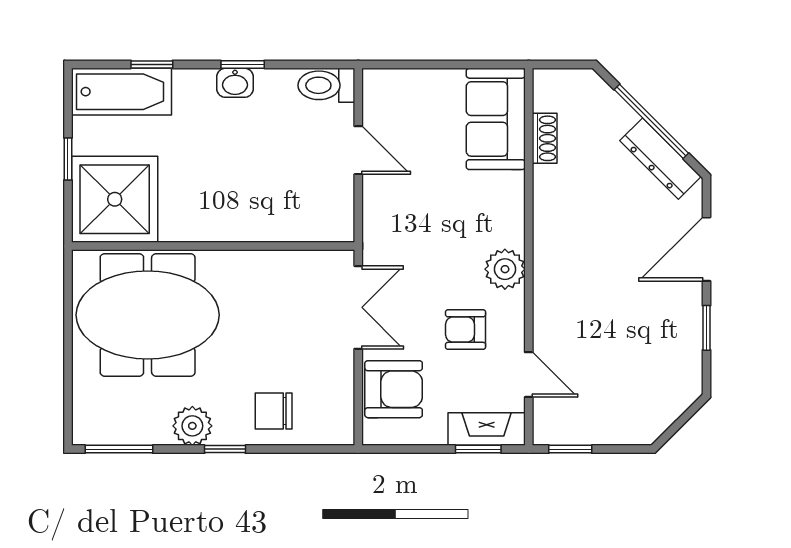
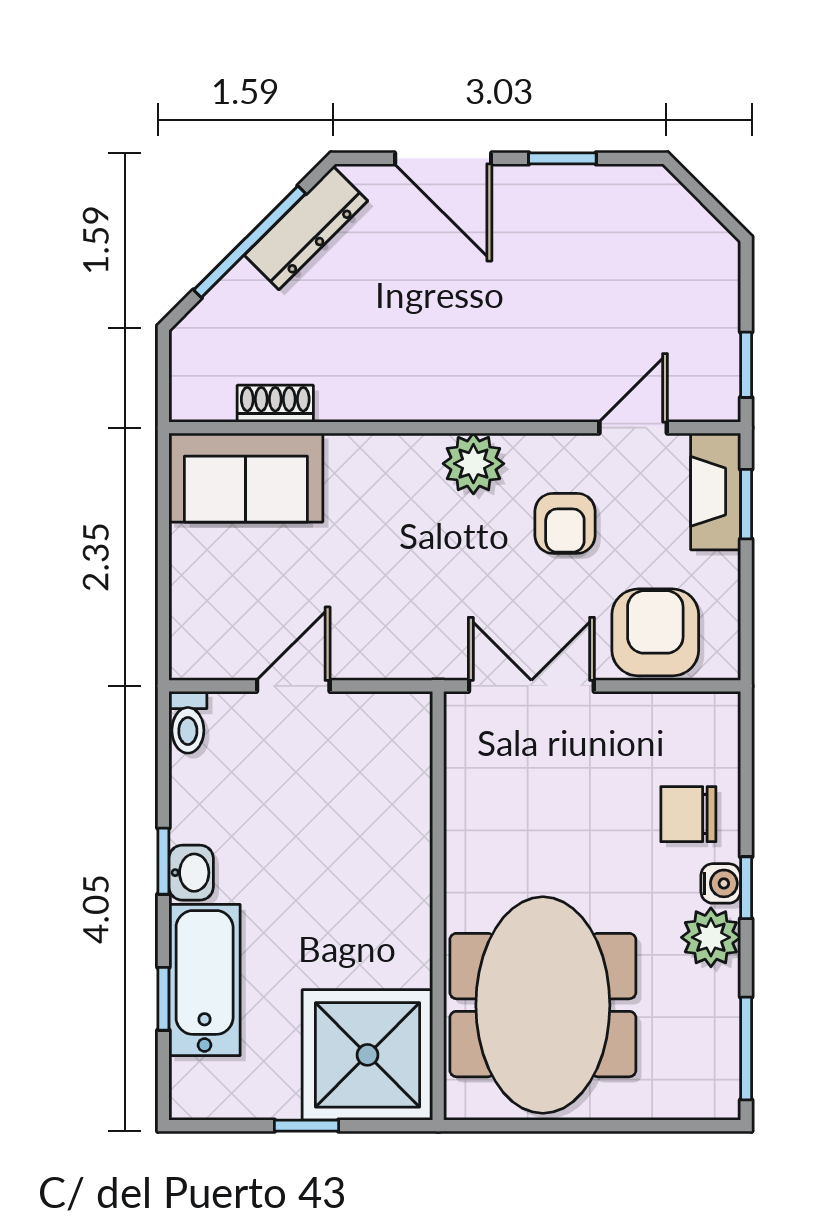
toilet: (326, 85) -> (188, 722), width x0.73, depth x0.72
bathtub: (121, 92) -> (205, 980), moved
chair: (274, 411) -> (688, 814), turned 90
water cooler: (228, 432) -> (721, 883), added

